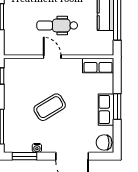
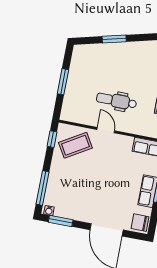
coffee table: (50, 107) -> (75, 145), moved
water cooler: (37, 148) -> (49, 211), moved

